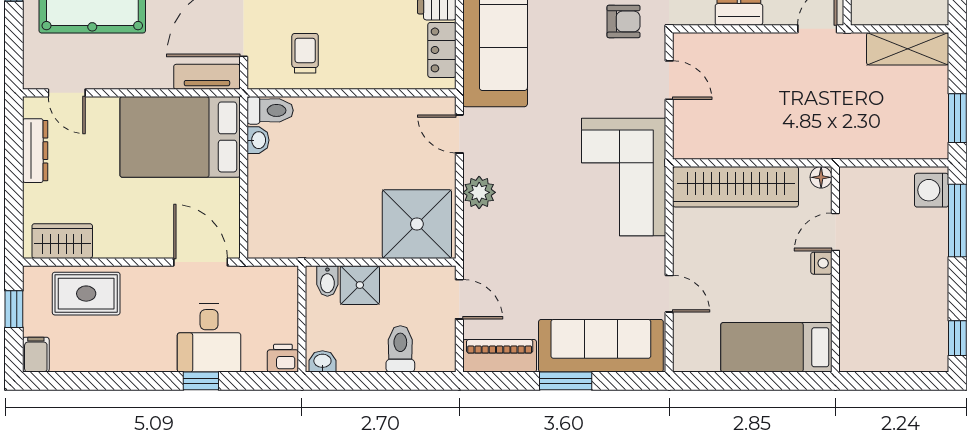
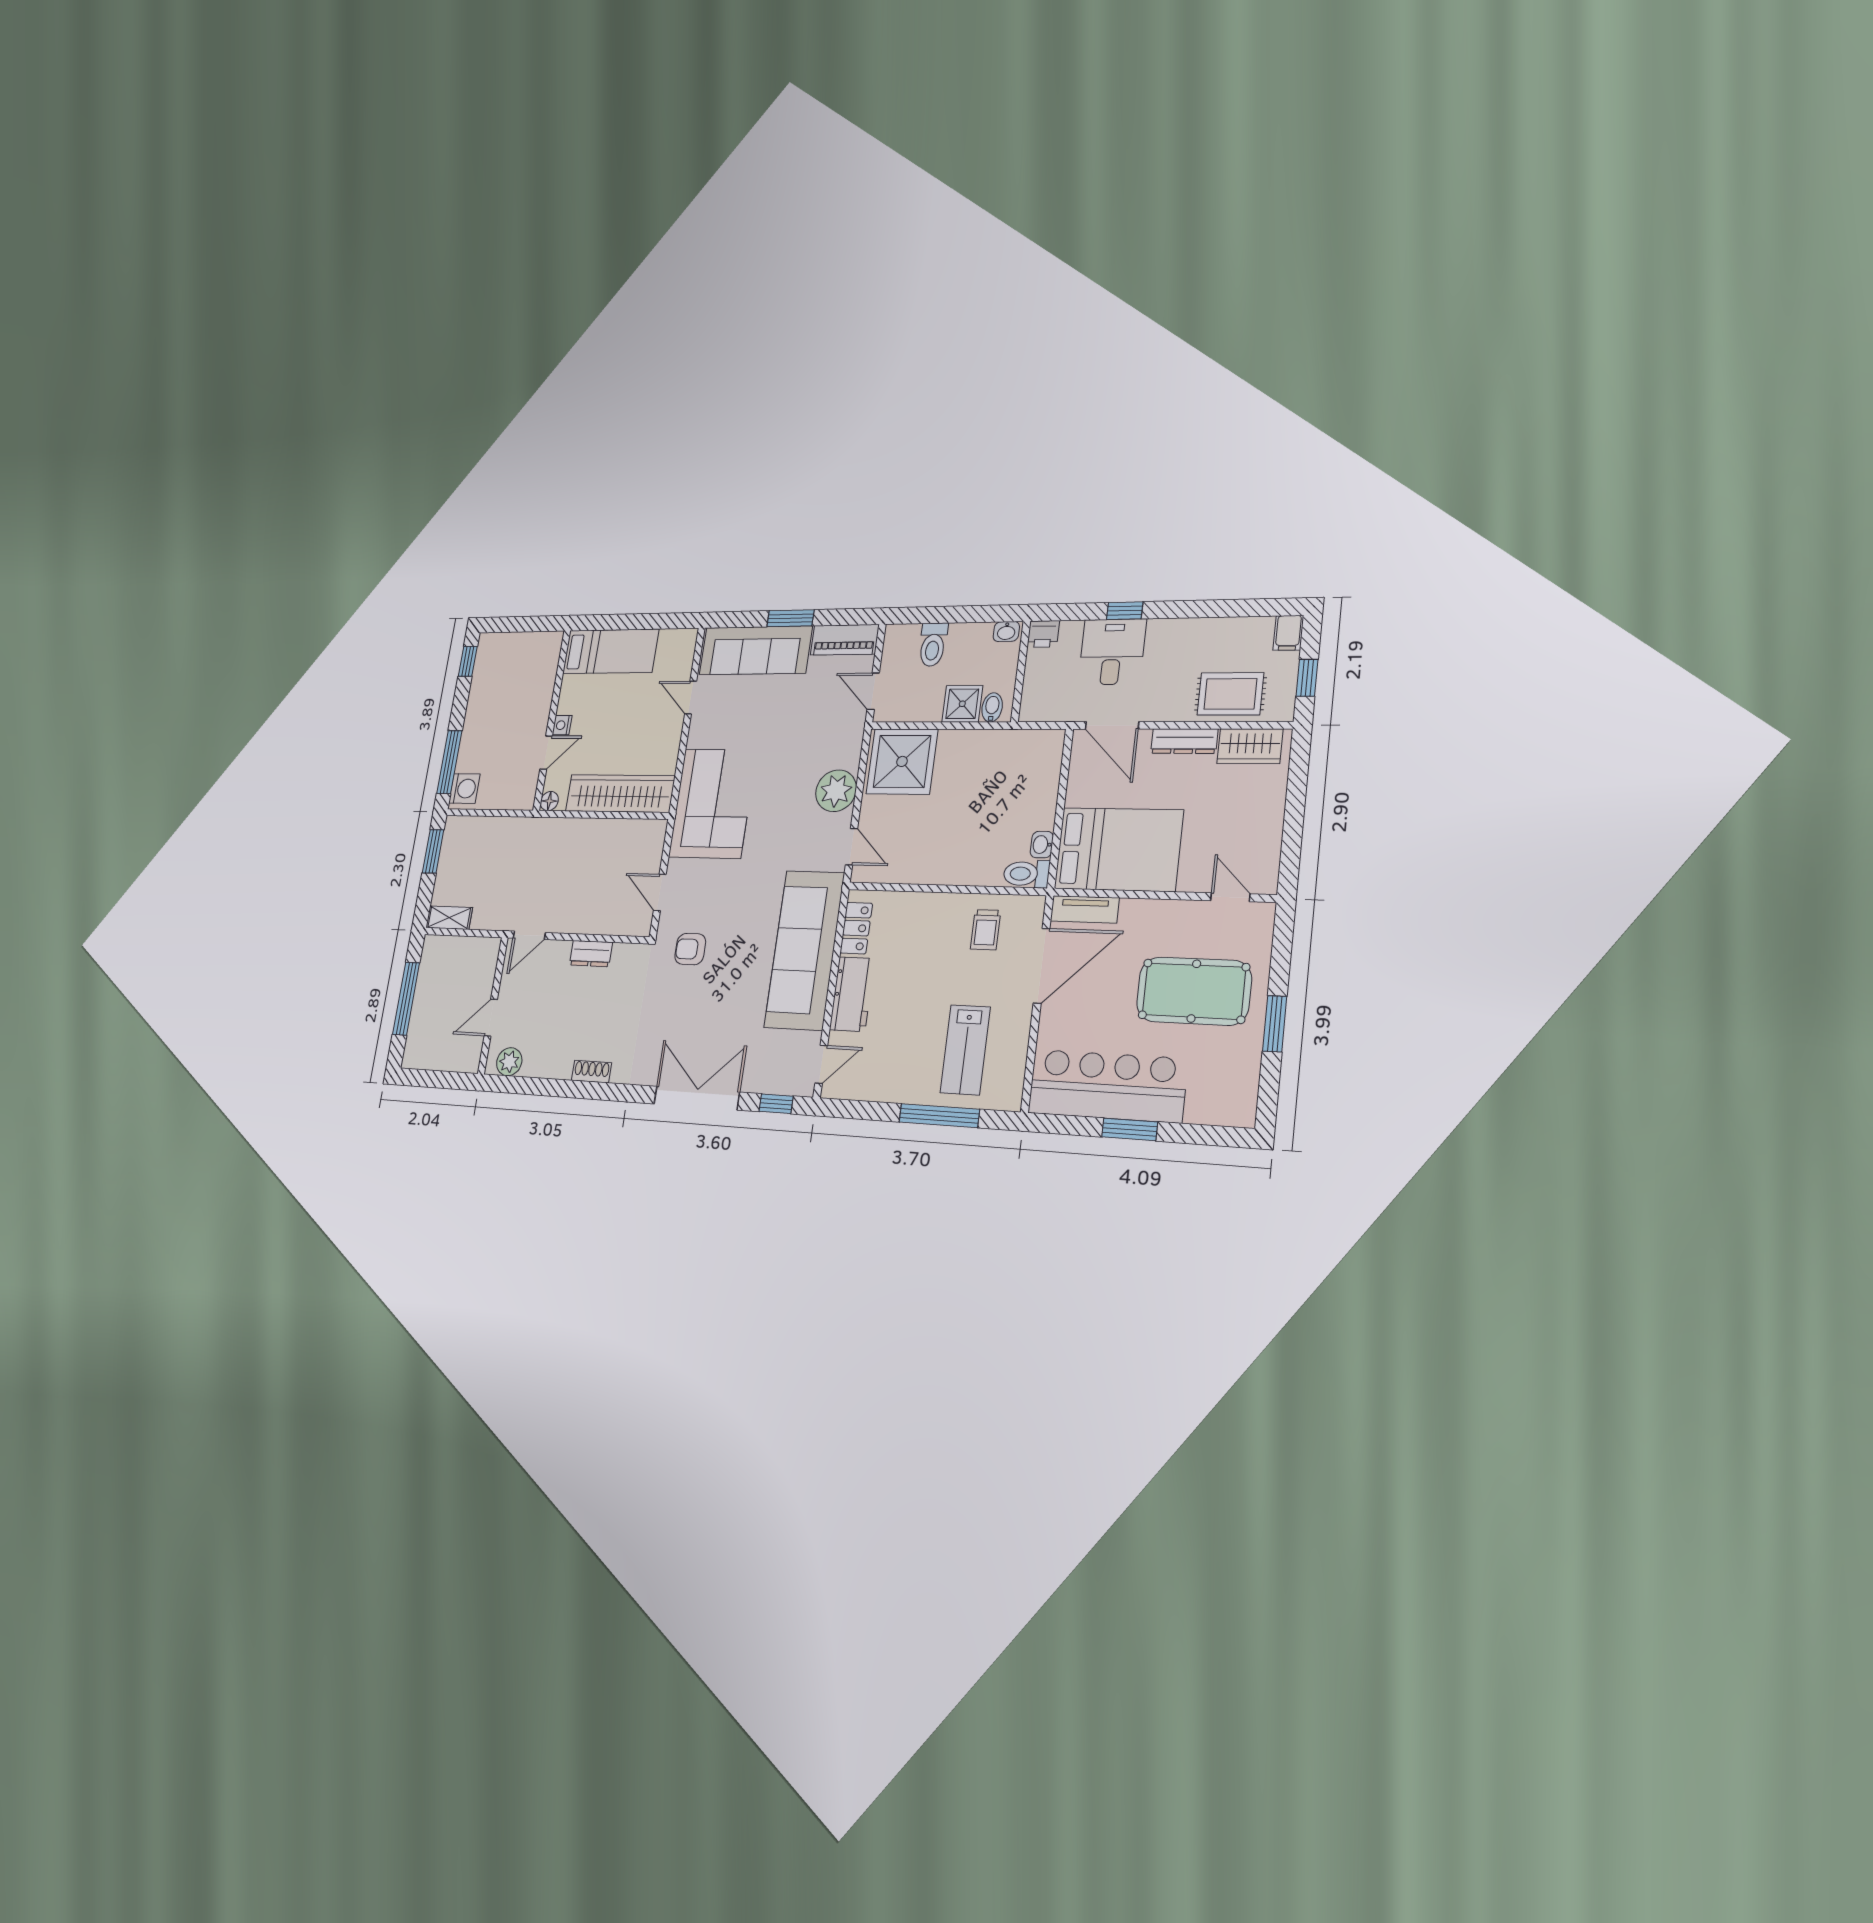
shelving: (908, 49) -> (449, 918), width x0.67, depth x0.75
dresser: (35, 151) -> (1184, 741), moved, turned -90
plant: (479, 192) -> (836, 791), width x1.36, depth x1.36

